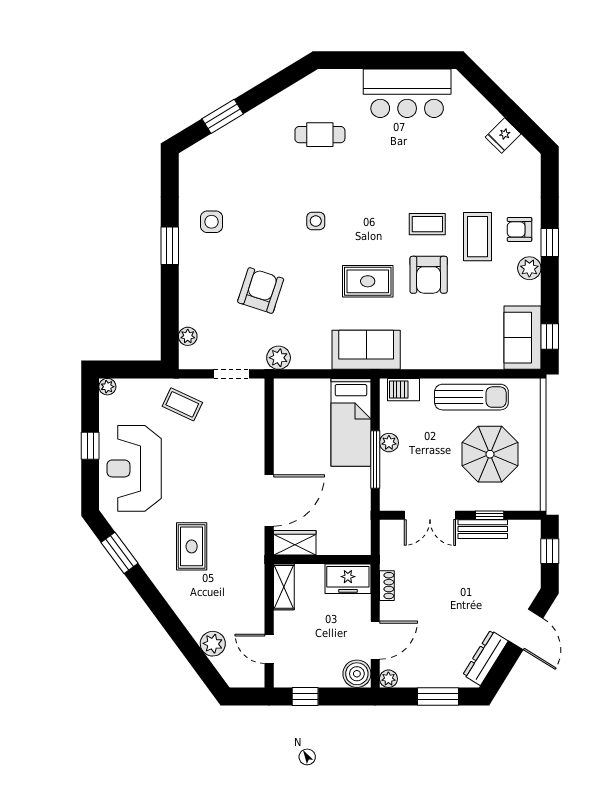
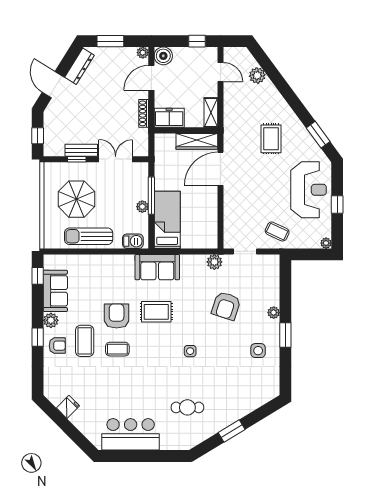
window: (223, 116) -> (232, 431), moved
plant: (188, 336) -> (274, 313), moved
sofa: (523, 338) -> (55, 291), moved
wardrobe: (295, 543) -> (197, 141), width x1.50
shoe rack: (387, 586) -> (144, 113), width x1.43

